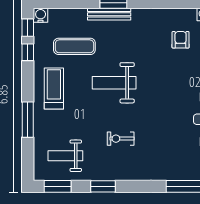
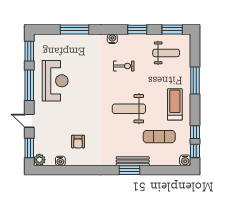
weight bench: (114, 83) -> (129, 109), turned 180
treadmill: (54, 88) -> (175, 104), turned 180
water cooler: (136, 174) -> (112, 39), added

